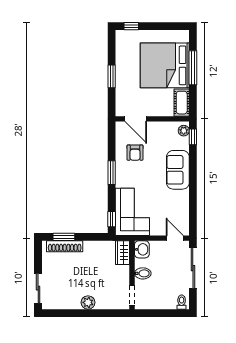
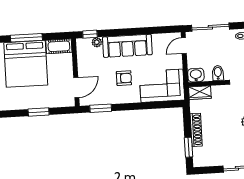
plant: (184, 131) -> (97, 42), moved
armchair: (135, 153) -> (124, 78), moved
sofa: (178, 170) -> (127, 46), width x1.36
window: (112, 173) -> (101, 108), moved
window: (112, 219) -> (170, 104), removed
shoe rack: (65, 246) -> (196, 130), moved

